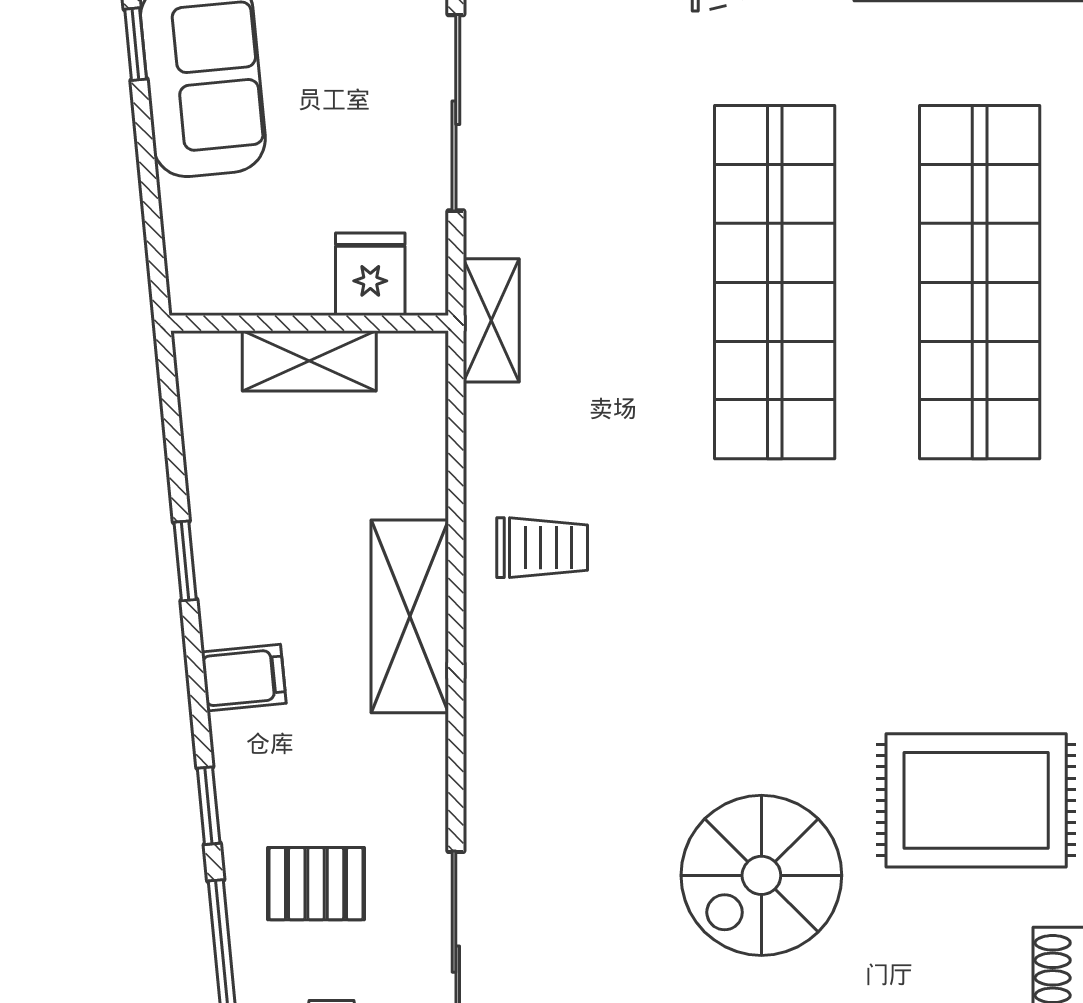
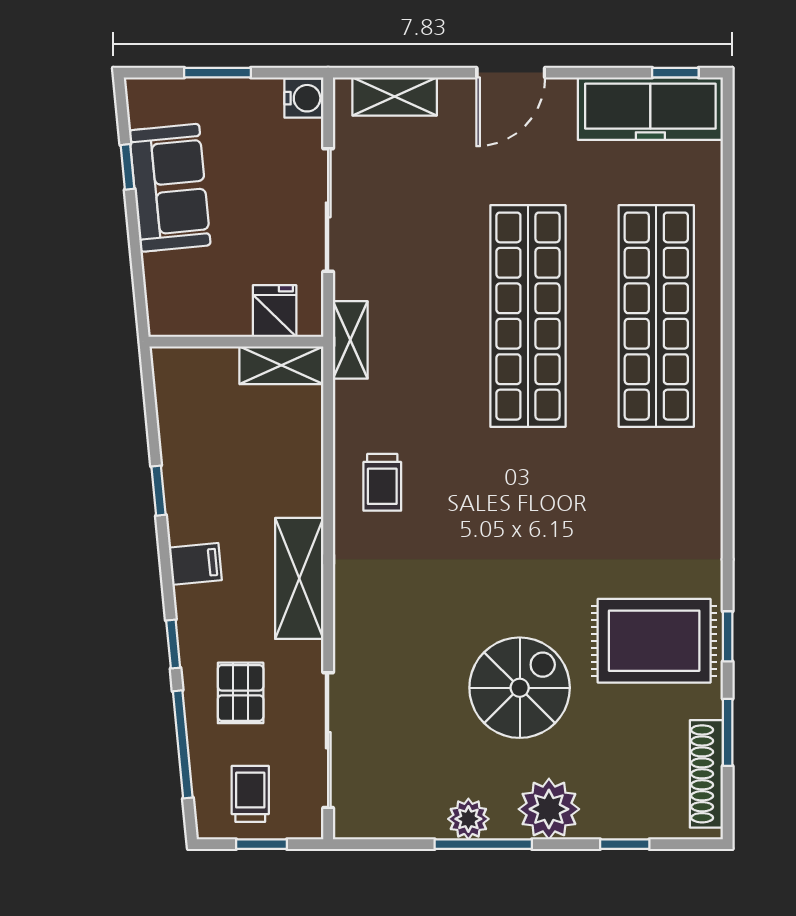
shelving: (309, 361) -> (281, 365), moved
trolley: (542, 548) -> (382, 482), turned 90
shelving: (410, 616) -> (299, 578), moved
spiral stairs: (761, 875) -> (520, 688), turned 180
pallet: (316, 884) -> (241, 693), turned 90

